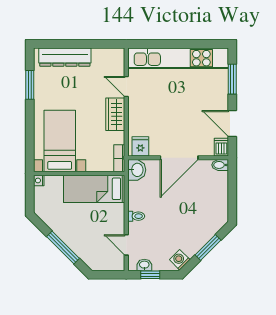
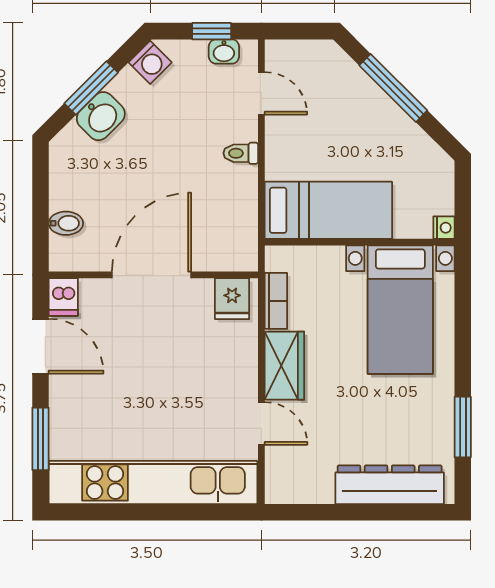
bookcase: (119, 158) -> (276, 301), moved
bidet: (220, 165) -> (66, 223), moved
washbasin: (137, 170) -> (101, 116), moved, turned -135

